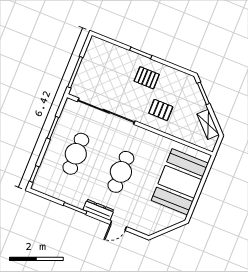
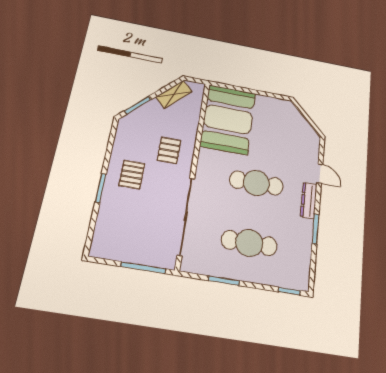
booth: (180, 182) -> (228, 119), moved, turned 90

